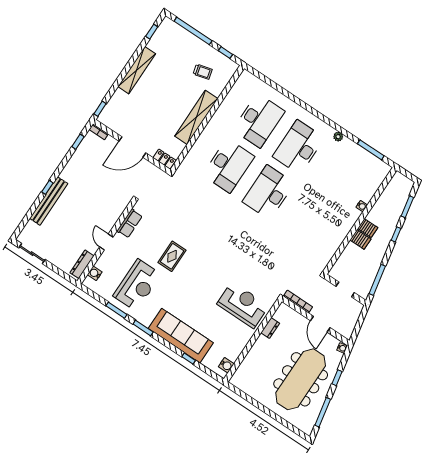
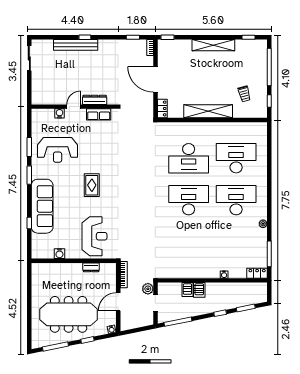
desk: (259, 121) -> (236, 158), turned 180
locker: (381, 174) -> (257, 273), added
server rack: (368, 228) -> (187, 290), moved
rug: (172, 256) -> (92, 185), moved, turned 90
dresser: (82, 264) -> (95, 100), moved
water cooler: (95, 273) -> (60, 113), moved
plant: (327, 288) -> (148, 289), added
water cooler: (226, 365) -> (59, 254), moved

